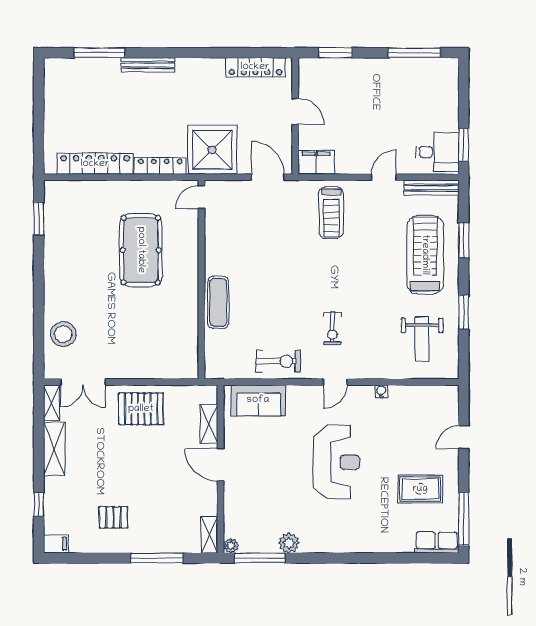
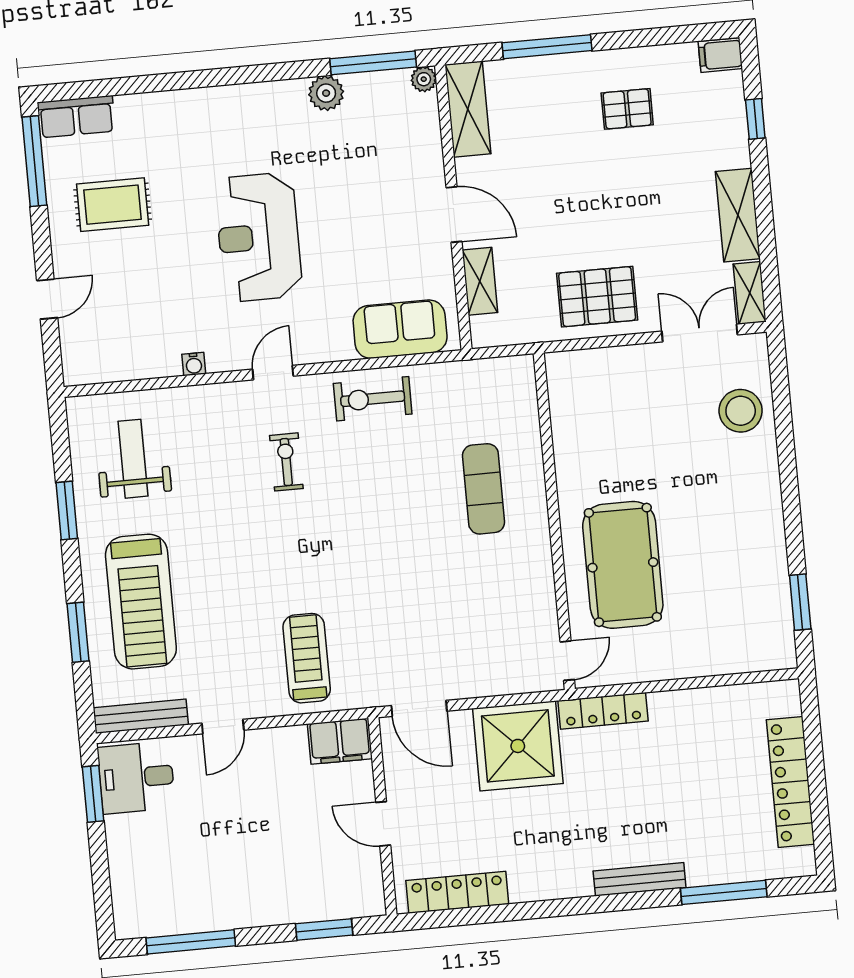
locker: (95, 164) -> (790, 782), moved, turned 90
door: (201, 197) -> (567, 661), moved
wall: (201, 280) -> (554, 521), moved
shelving: (209, 535) -> (468, 109), width x1.50, depth x1.33

